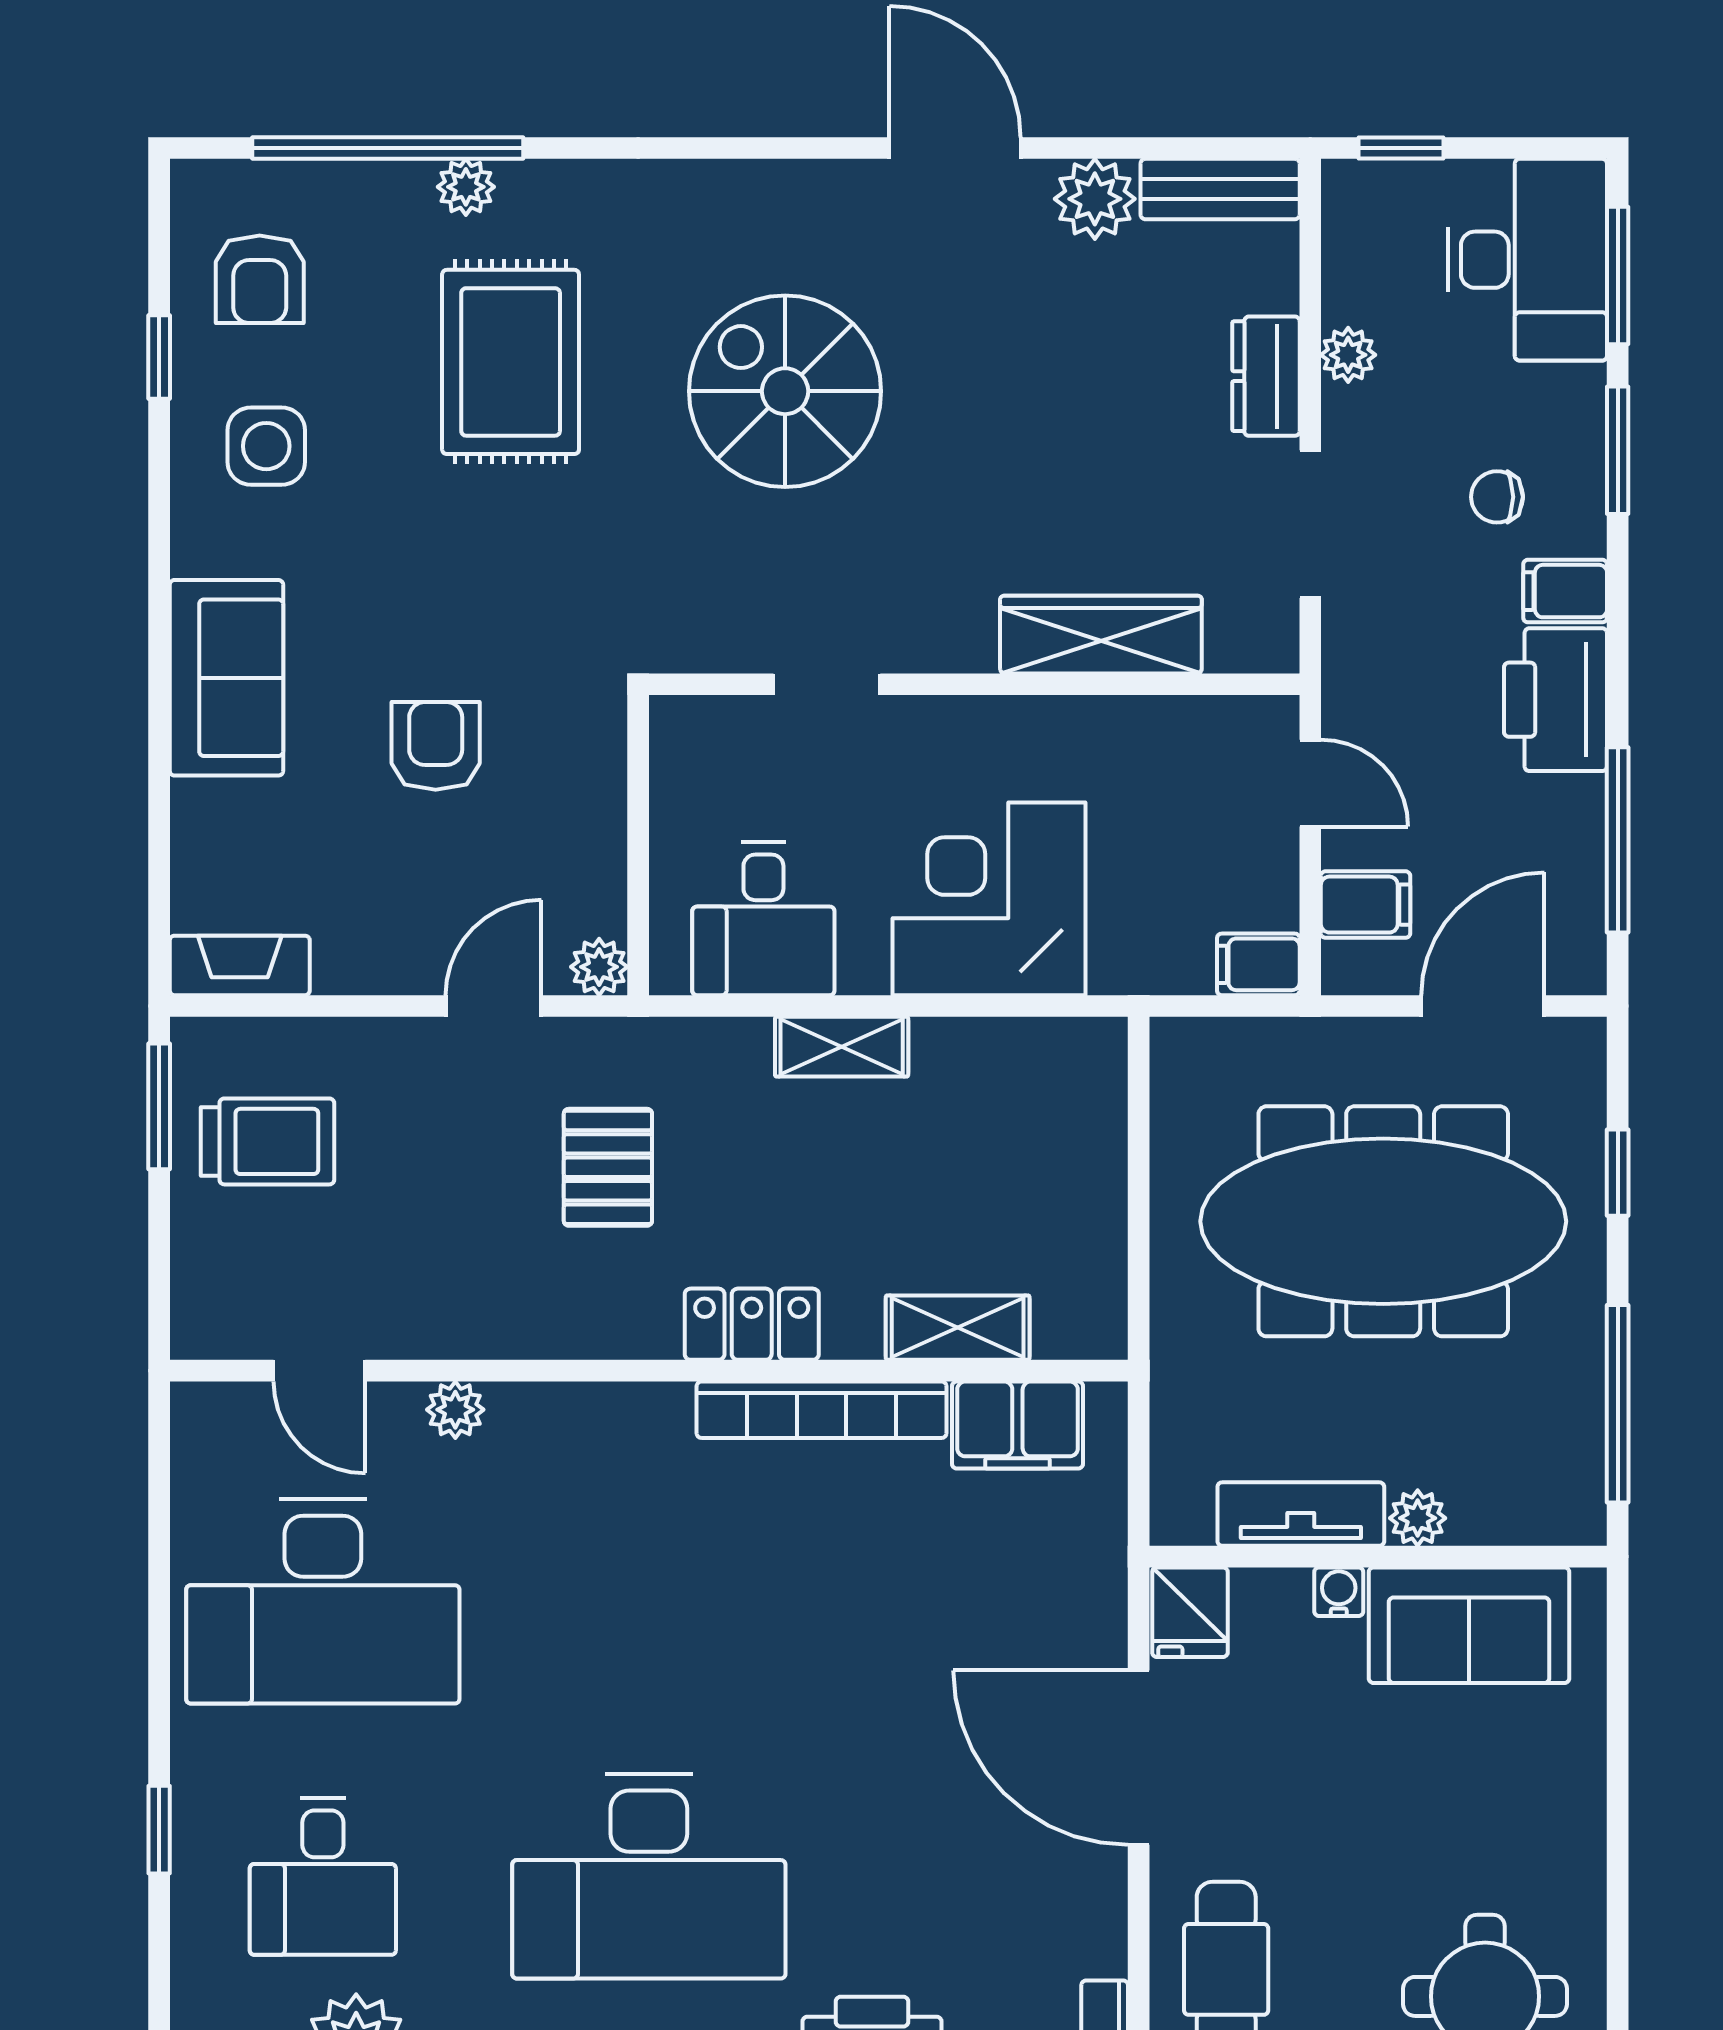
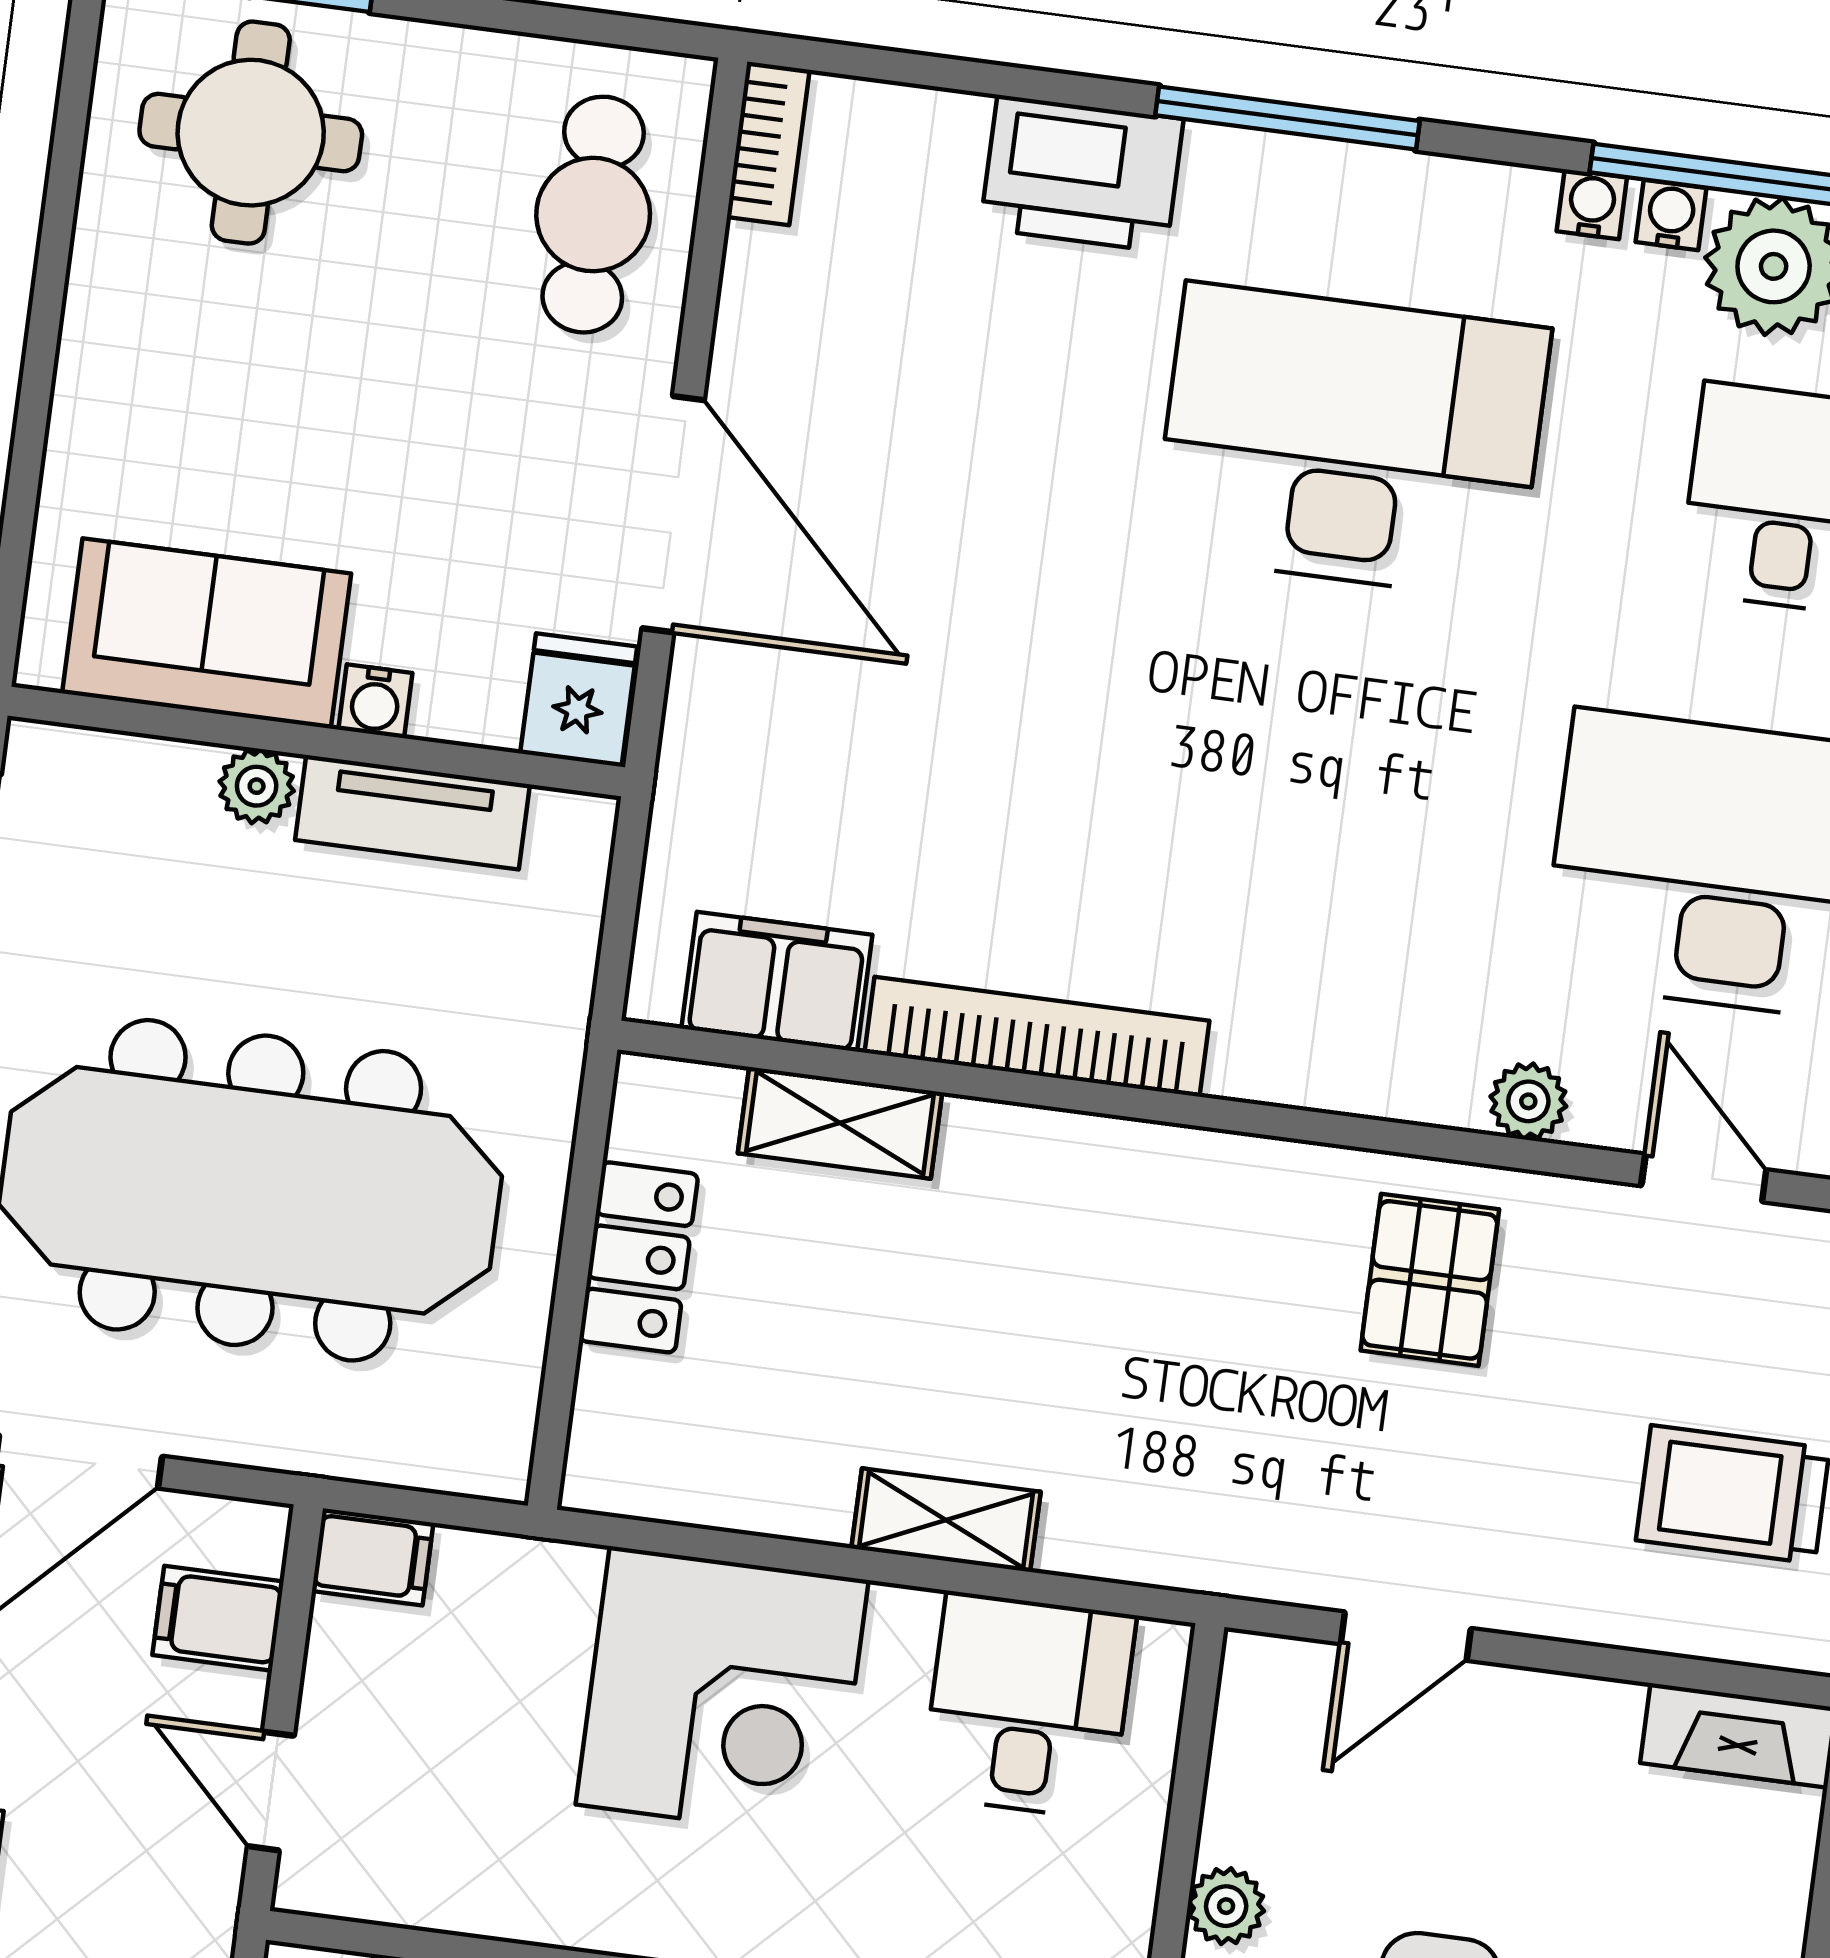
plant: (599, 967) -> (1226, 1906), moved
pallet: (608, 1167) -> (1430, 1280), moved
locker: (752, 1324) -> (639, 1257), moved, turned -90

